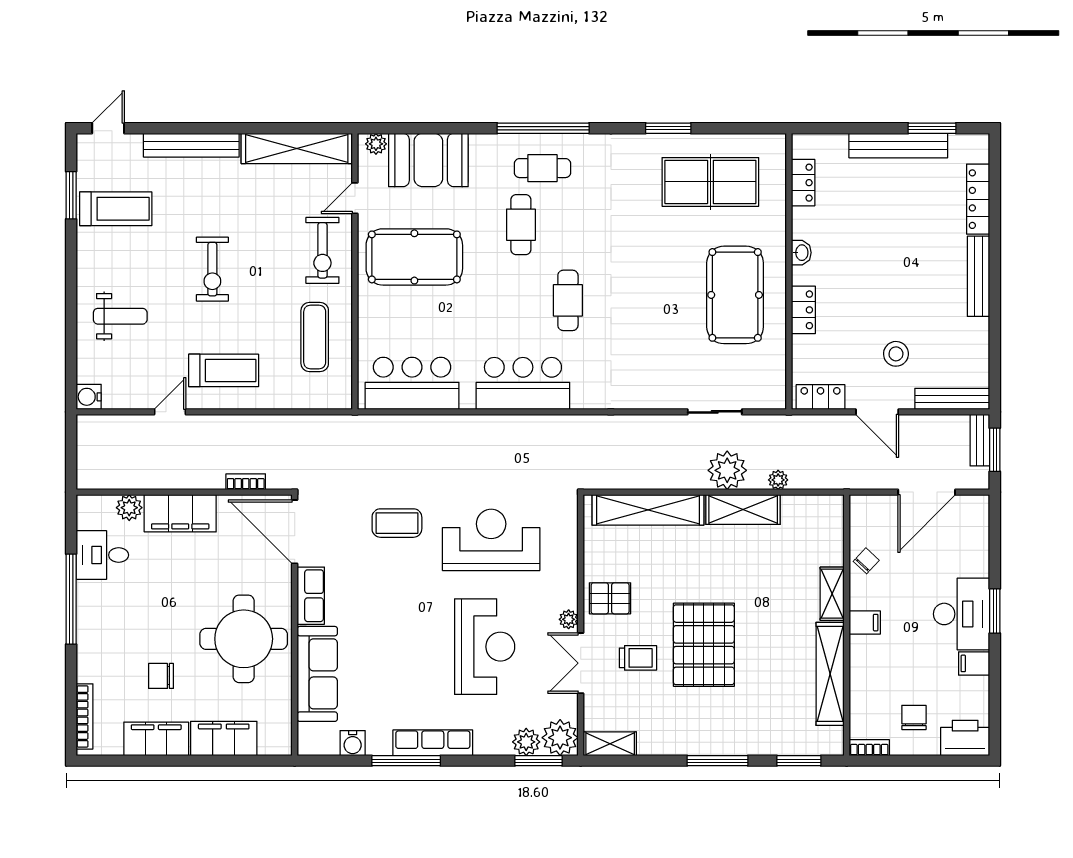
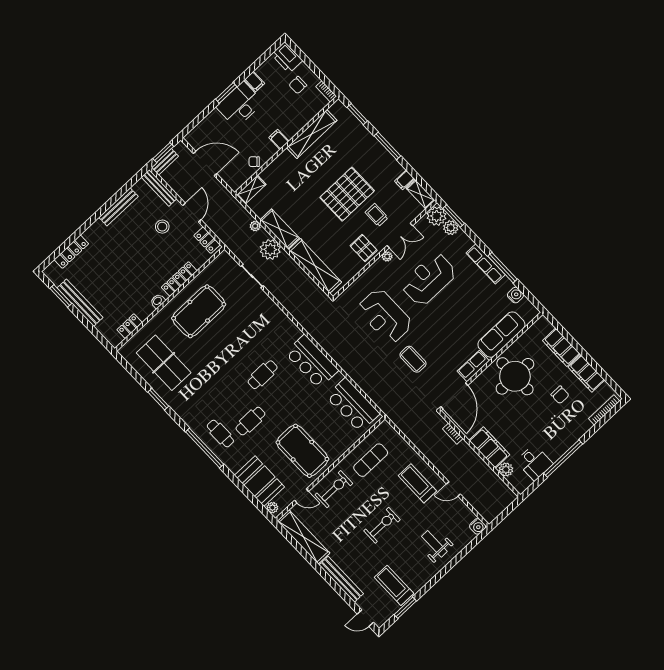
bench: (978, 276) -> (118, 207), moved
locker: (803, 310) -> (179, 279), width x1.53
shelving: (832, 594) -> (251, 190), moved
filing cabinet: (650, 740) -> (404, 180), added

